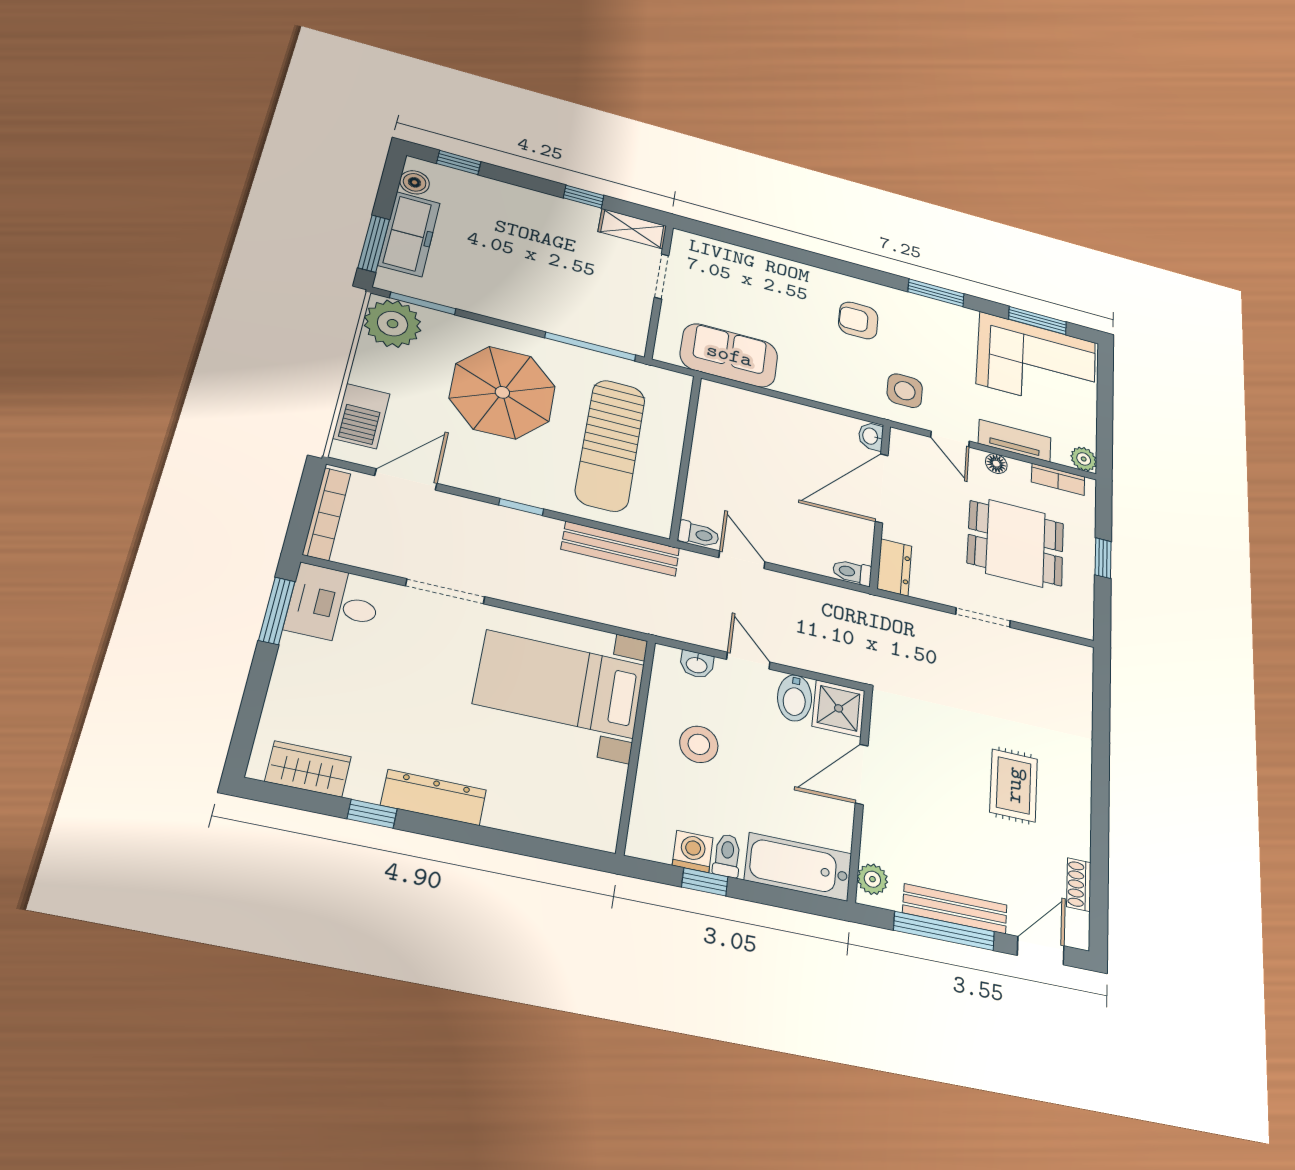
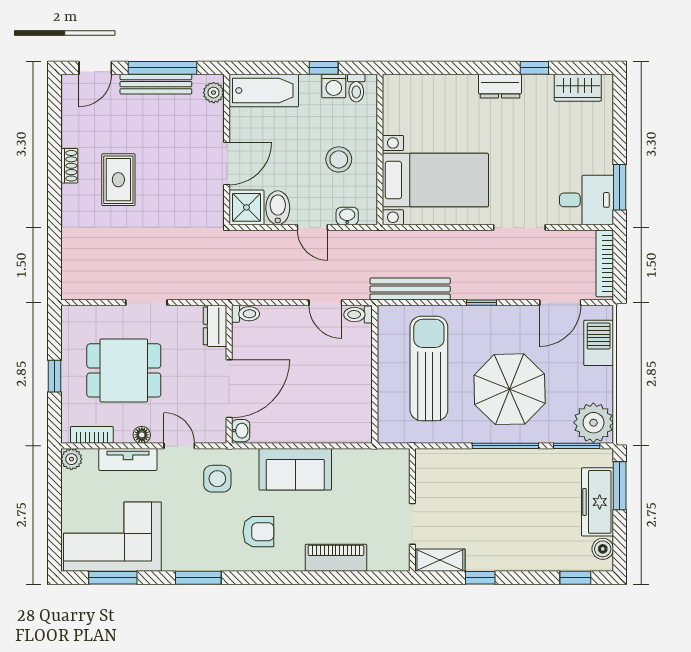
piano: (764, 267) -> (336, 558), added
window: (590, 347) -> (505, 446), moved
sofa: (729, 355) -> (295, 469), moved
dresser: (434, 798) -> (500, 86), width x0.70
toilet: (727, 856) -> (356, 88), moved
shoe rack: (1079, 885) -> (69, 166), moved

